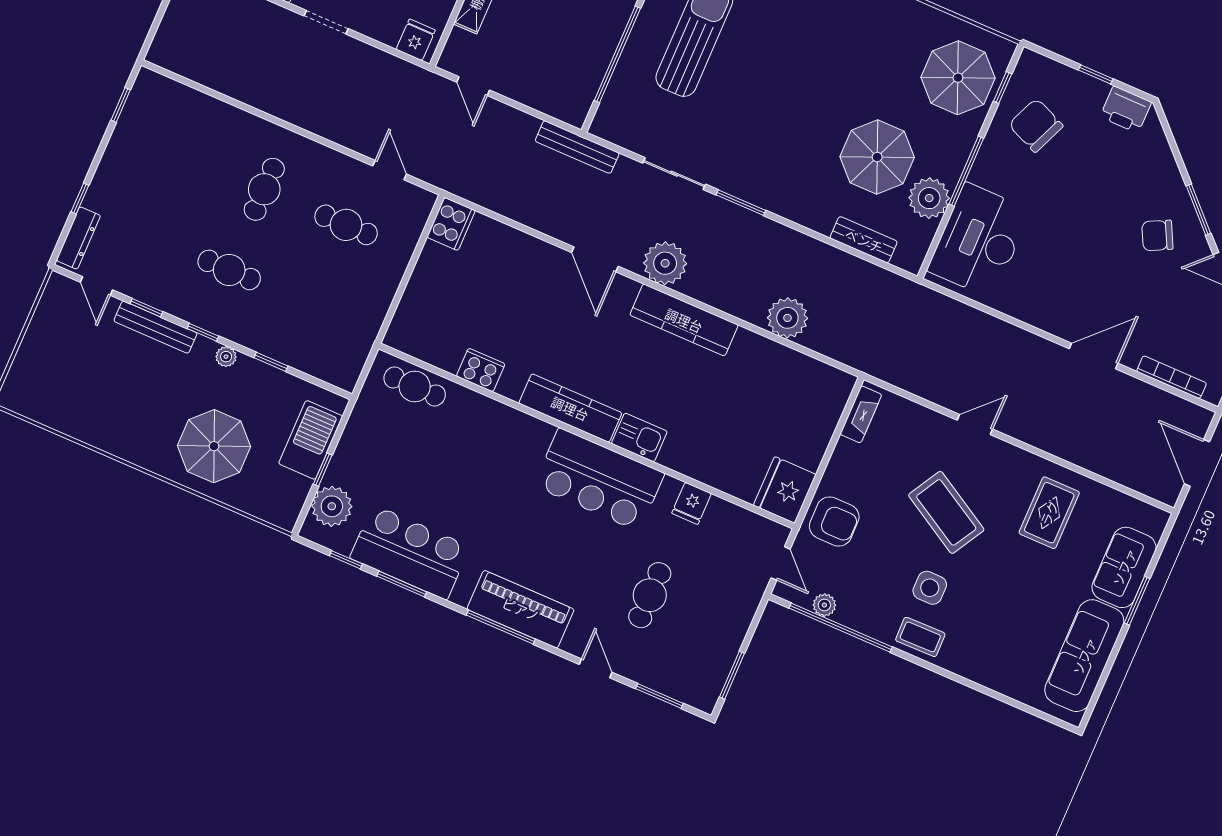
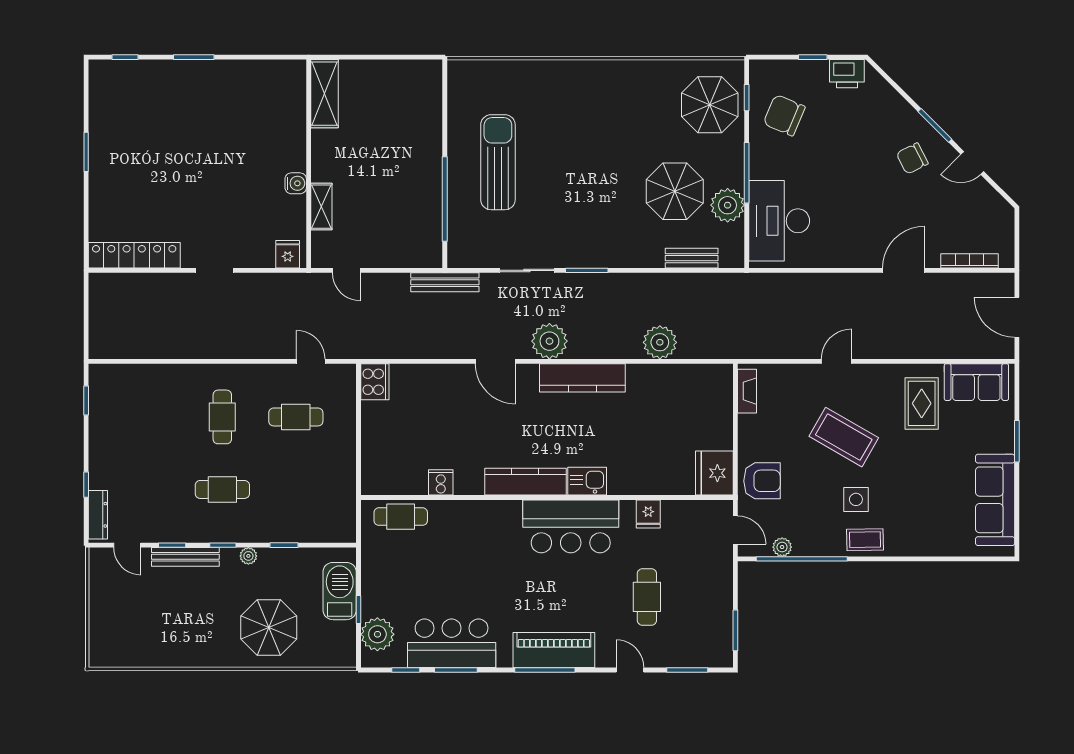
cooker: (481, 370) -> (441, 482), width x0.73
sofa: (1124, 567) -> (976, 382), moved, turned -90

